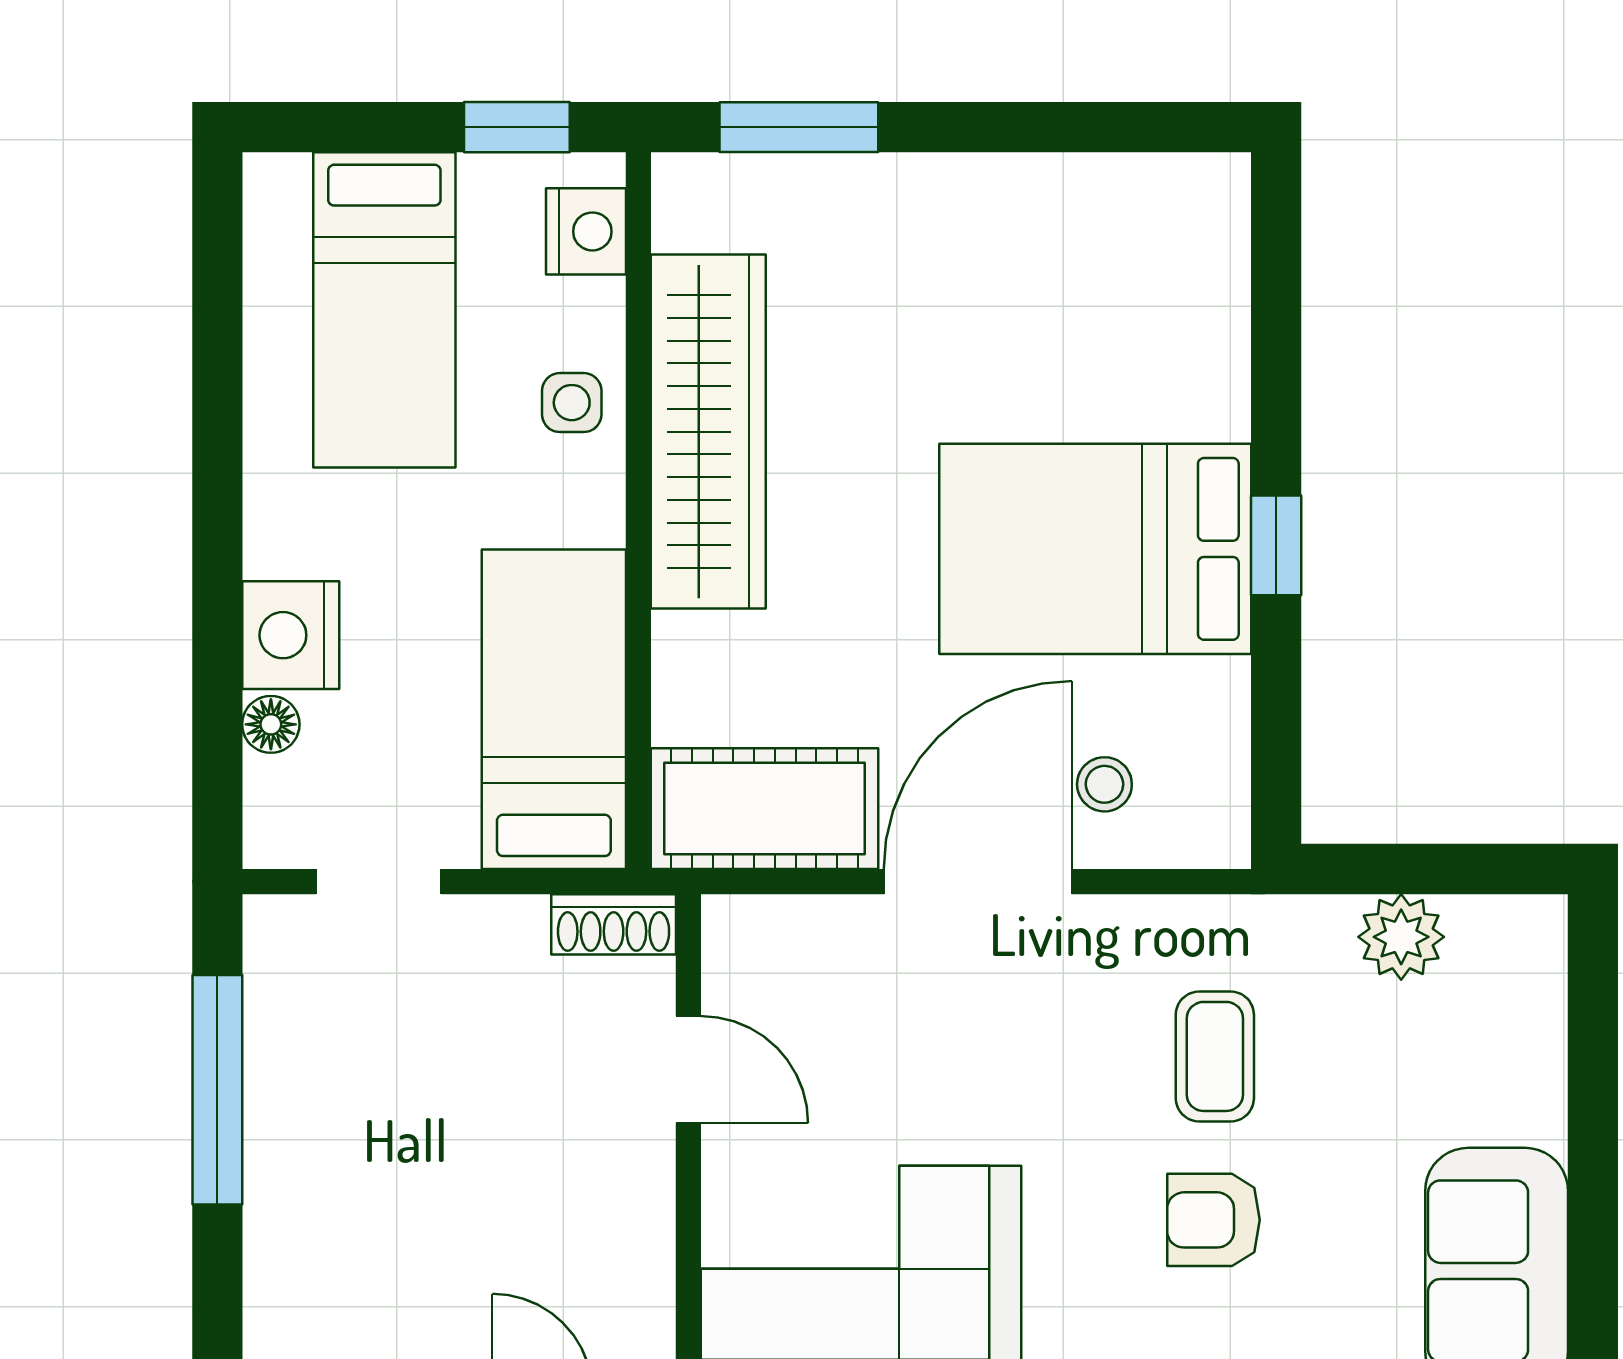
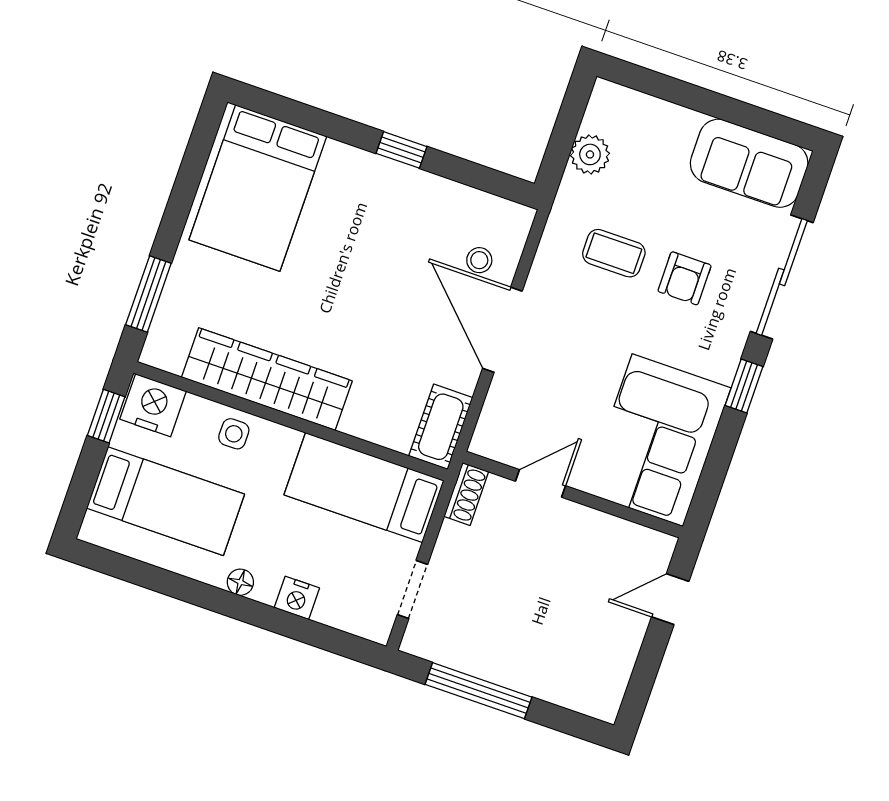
nightstand: (586, 231) -> (153, 405), width x1.36, depth x1.33
bed: (1095, 549) -> (258, 188), moved
nightstand: (291, 635) -> (297, 598), width x0.74, depth x0.75
floor lamp: (271, 724) -> (240, 582), moved
cot: (765, 809) -> (441, 427), width x0.73, depth x0.75

